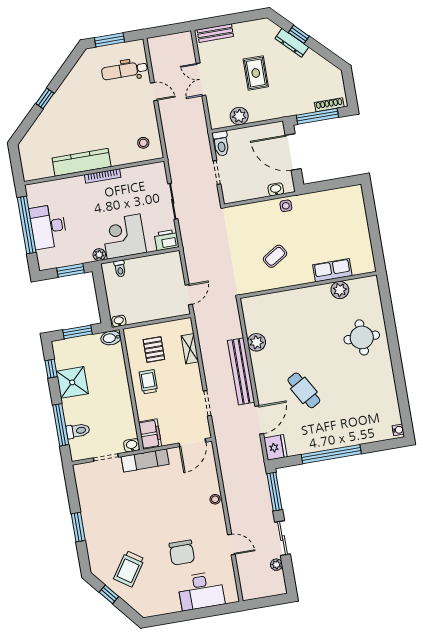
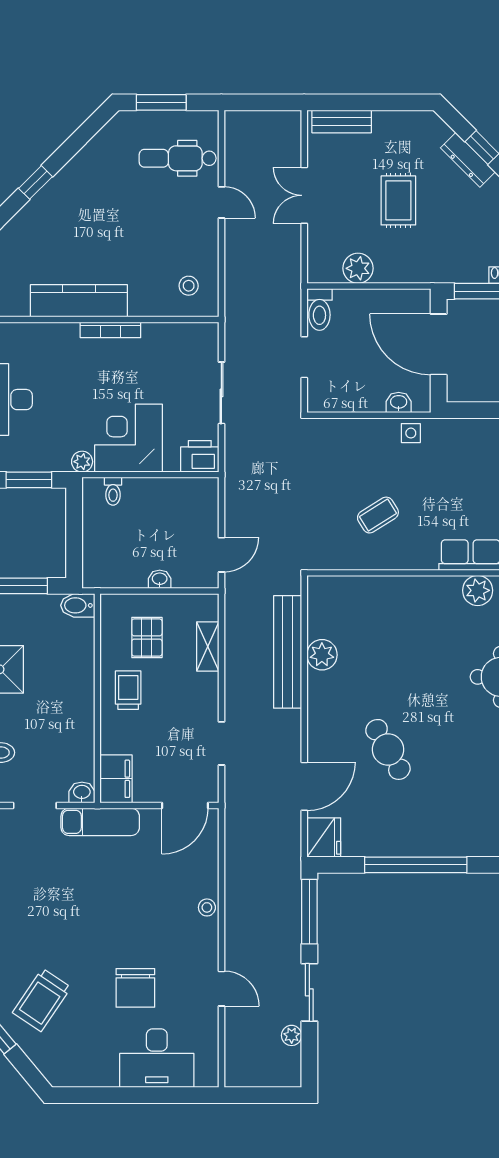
washbasin: (119, 321) -> (160, 579), moved
bench: (241, 371) -> (288, 652), moved

